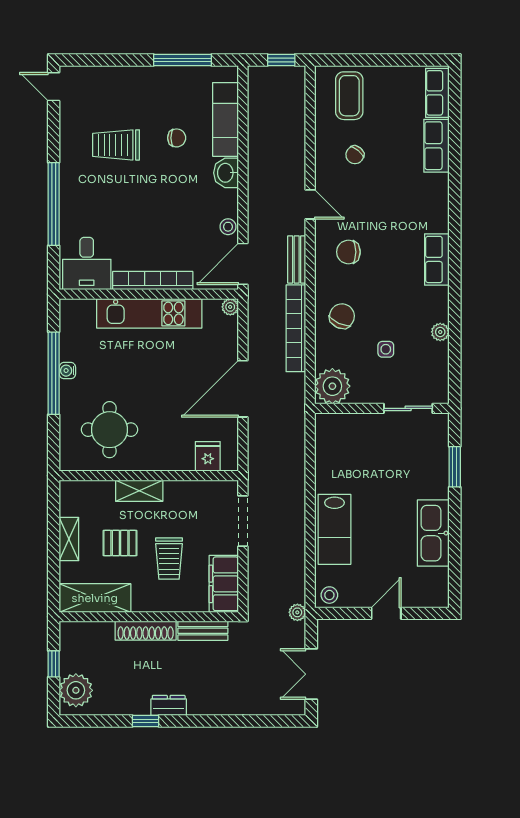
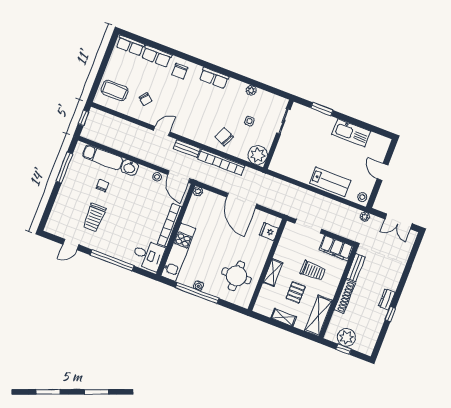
door: (54, 87) -> (71, 245), moved
chair: (348, 252) -> (180, 71), moved
kitchen unit: (149, 313) -> (178, 252), moved
plant: (76, 690) -> (346, 337), moved

